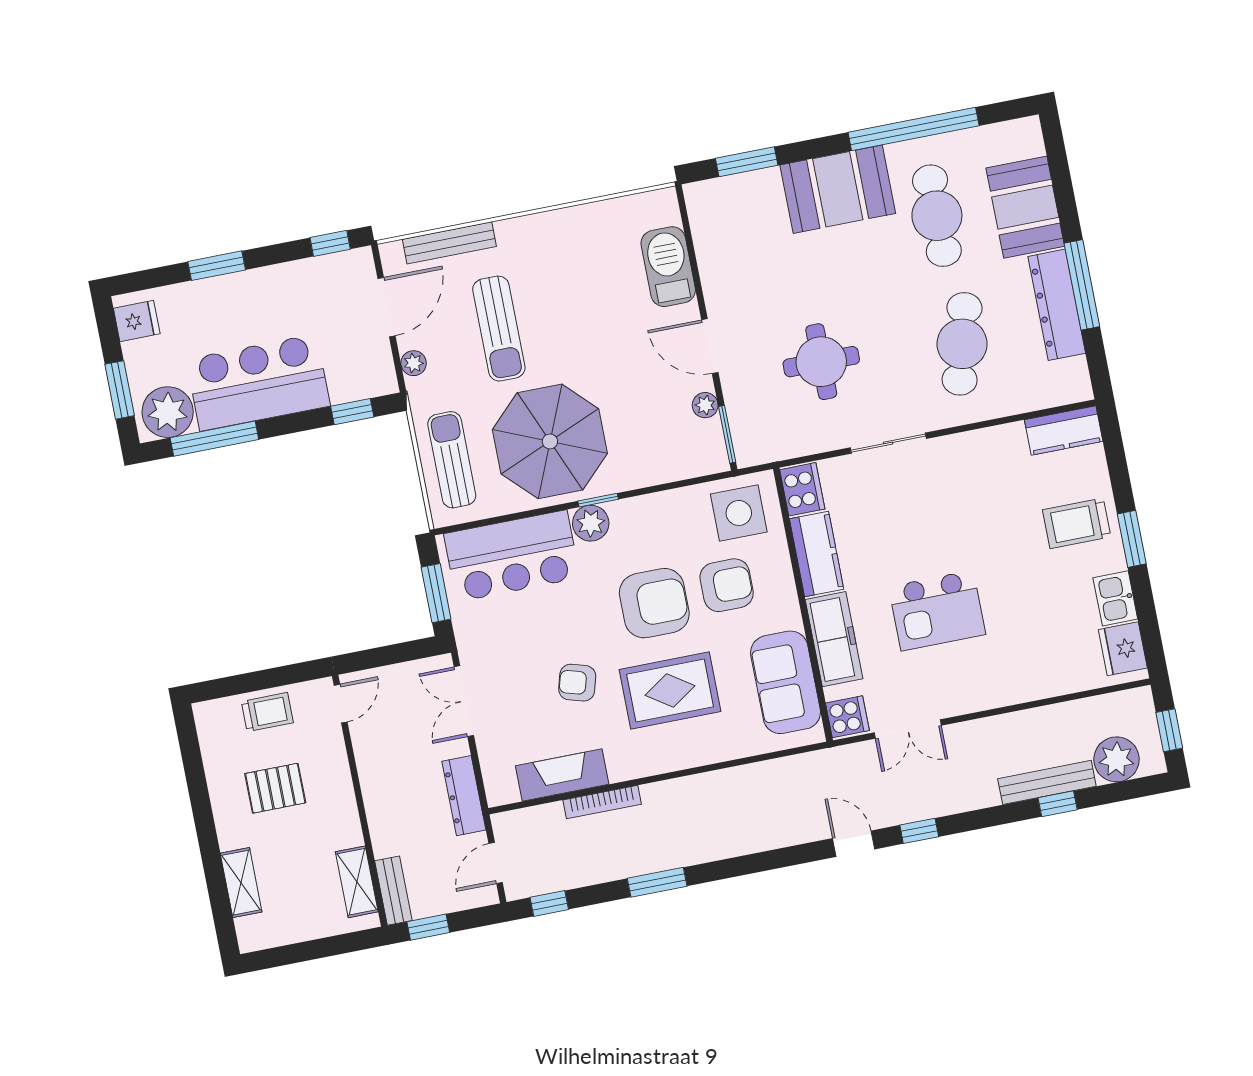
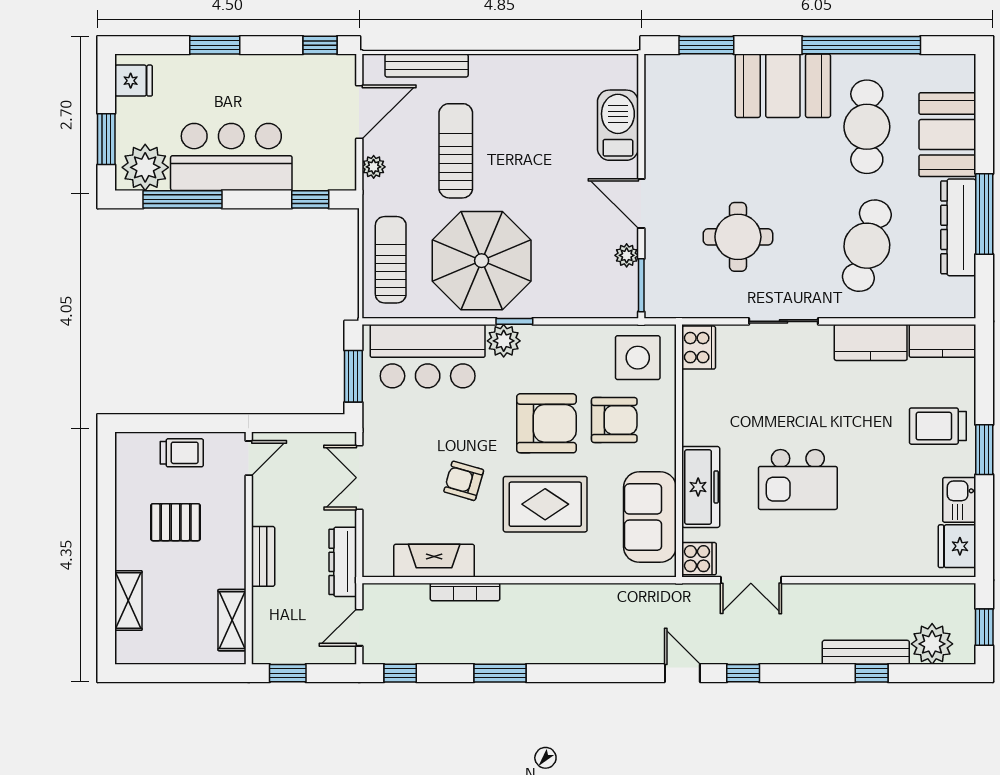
sun lounger: (499, 329) -> (456, 151), turned 180
kitchen counter: (817, 554) -> (871, 342), moved, turned 90
bench: (393, 891) -> (263, 556), moved

